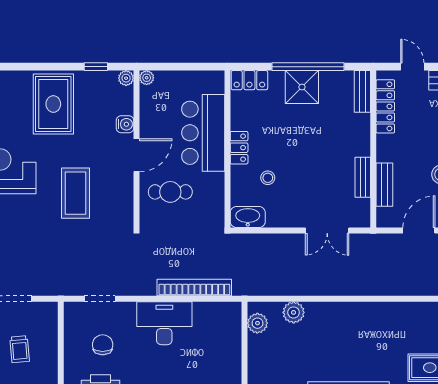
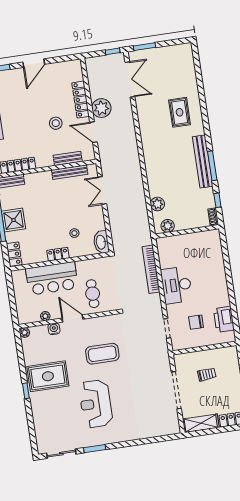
window: (96, 67) -> (26, 391), moved
plant: (147, 78) -> (45, 316), moved
bench: (363, 177) -> (70, 172), width x1.36
double door: (327, 231) -> (102, 190), swing flipped

